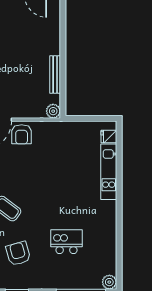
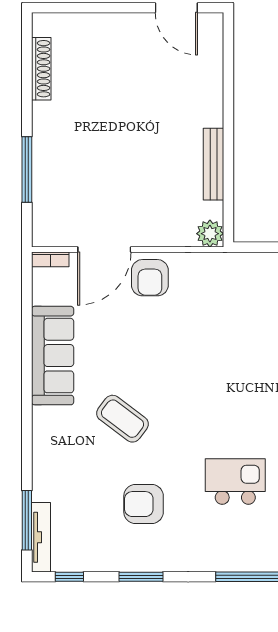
armchair: (18, 254) -> (144, 504), turned -74

